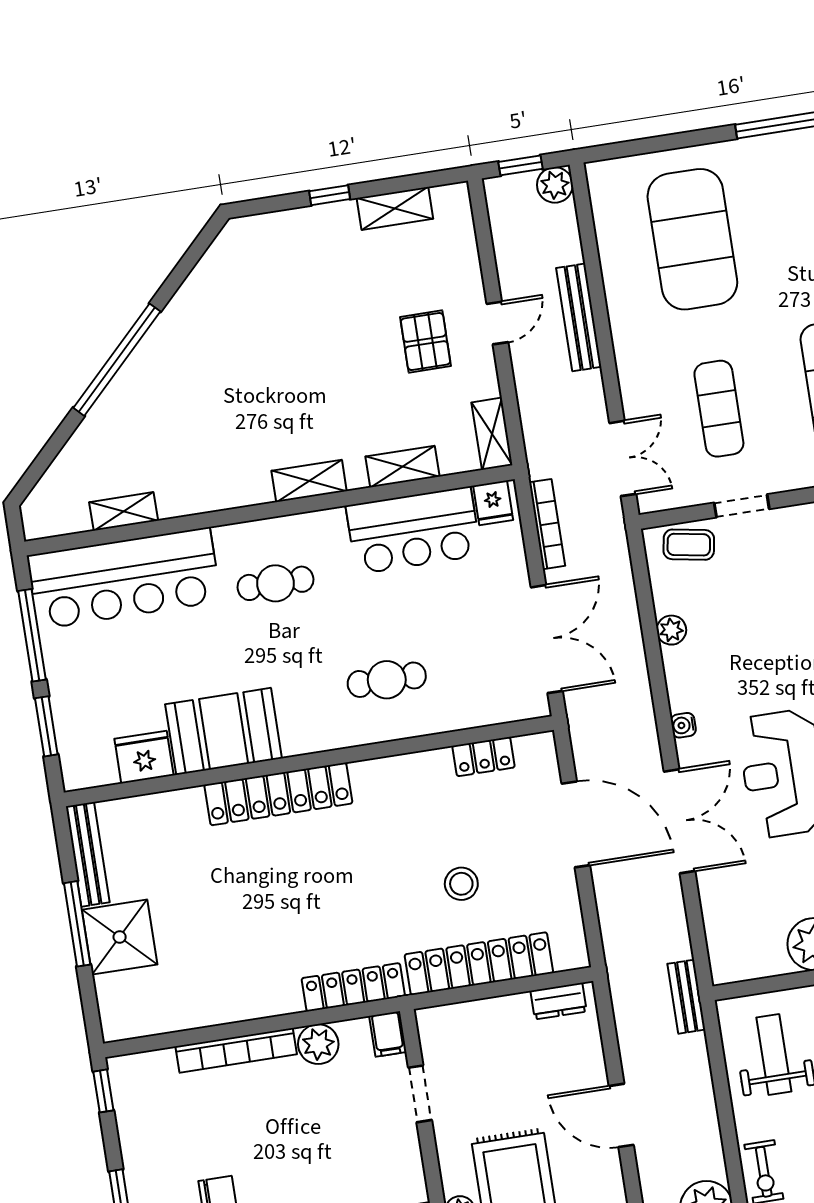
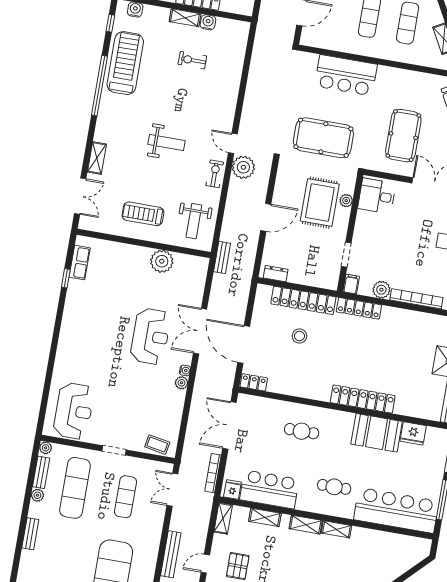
doorway: (742, 506) -> (114, 450), moved
shelving: (124, 511) -> (336, 529), moved
plant: (671, 630) -> (182, 383), moved
locker: (484, 757) -> (254, 382), moved
door: (621, 1115) -> (266, 217), hinge flipped

